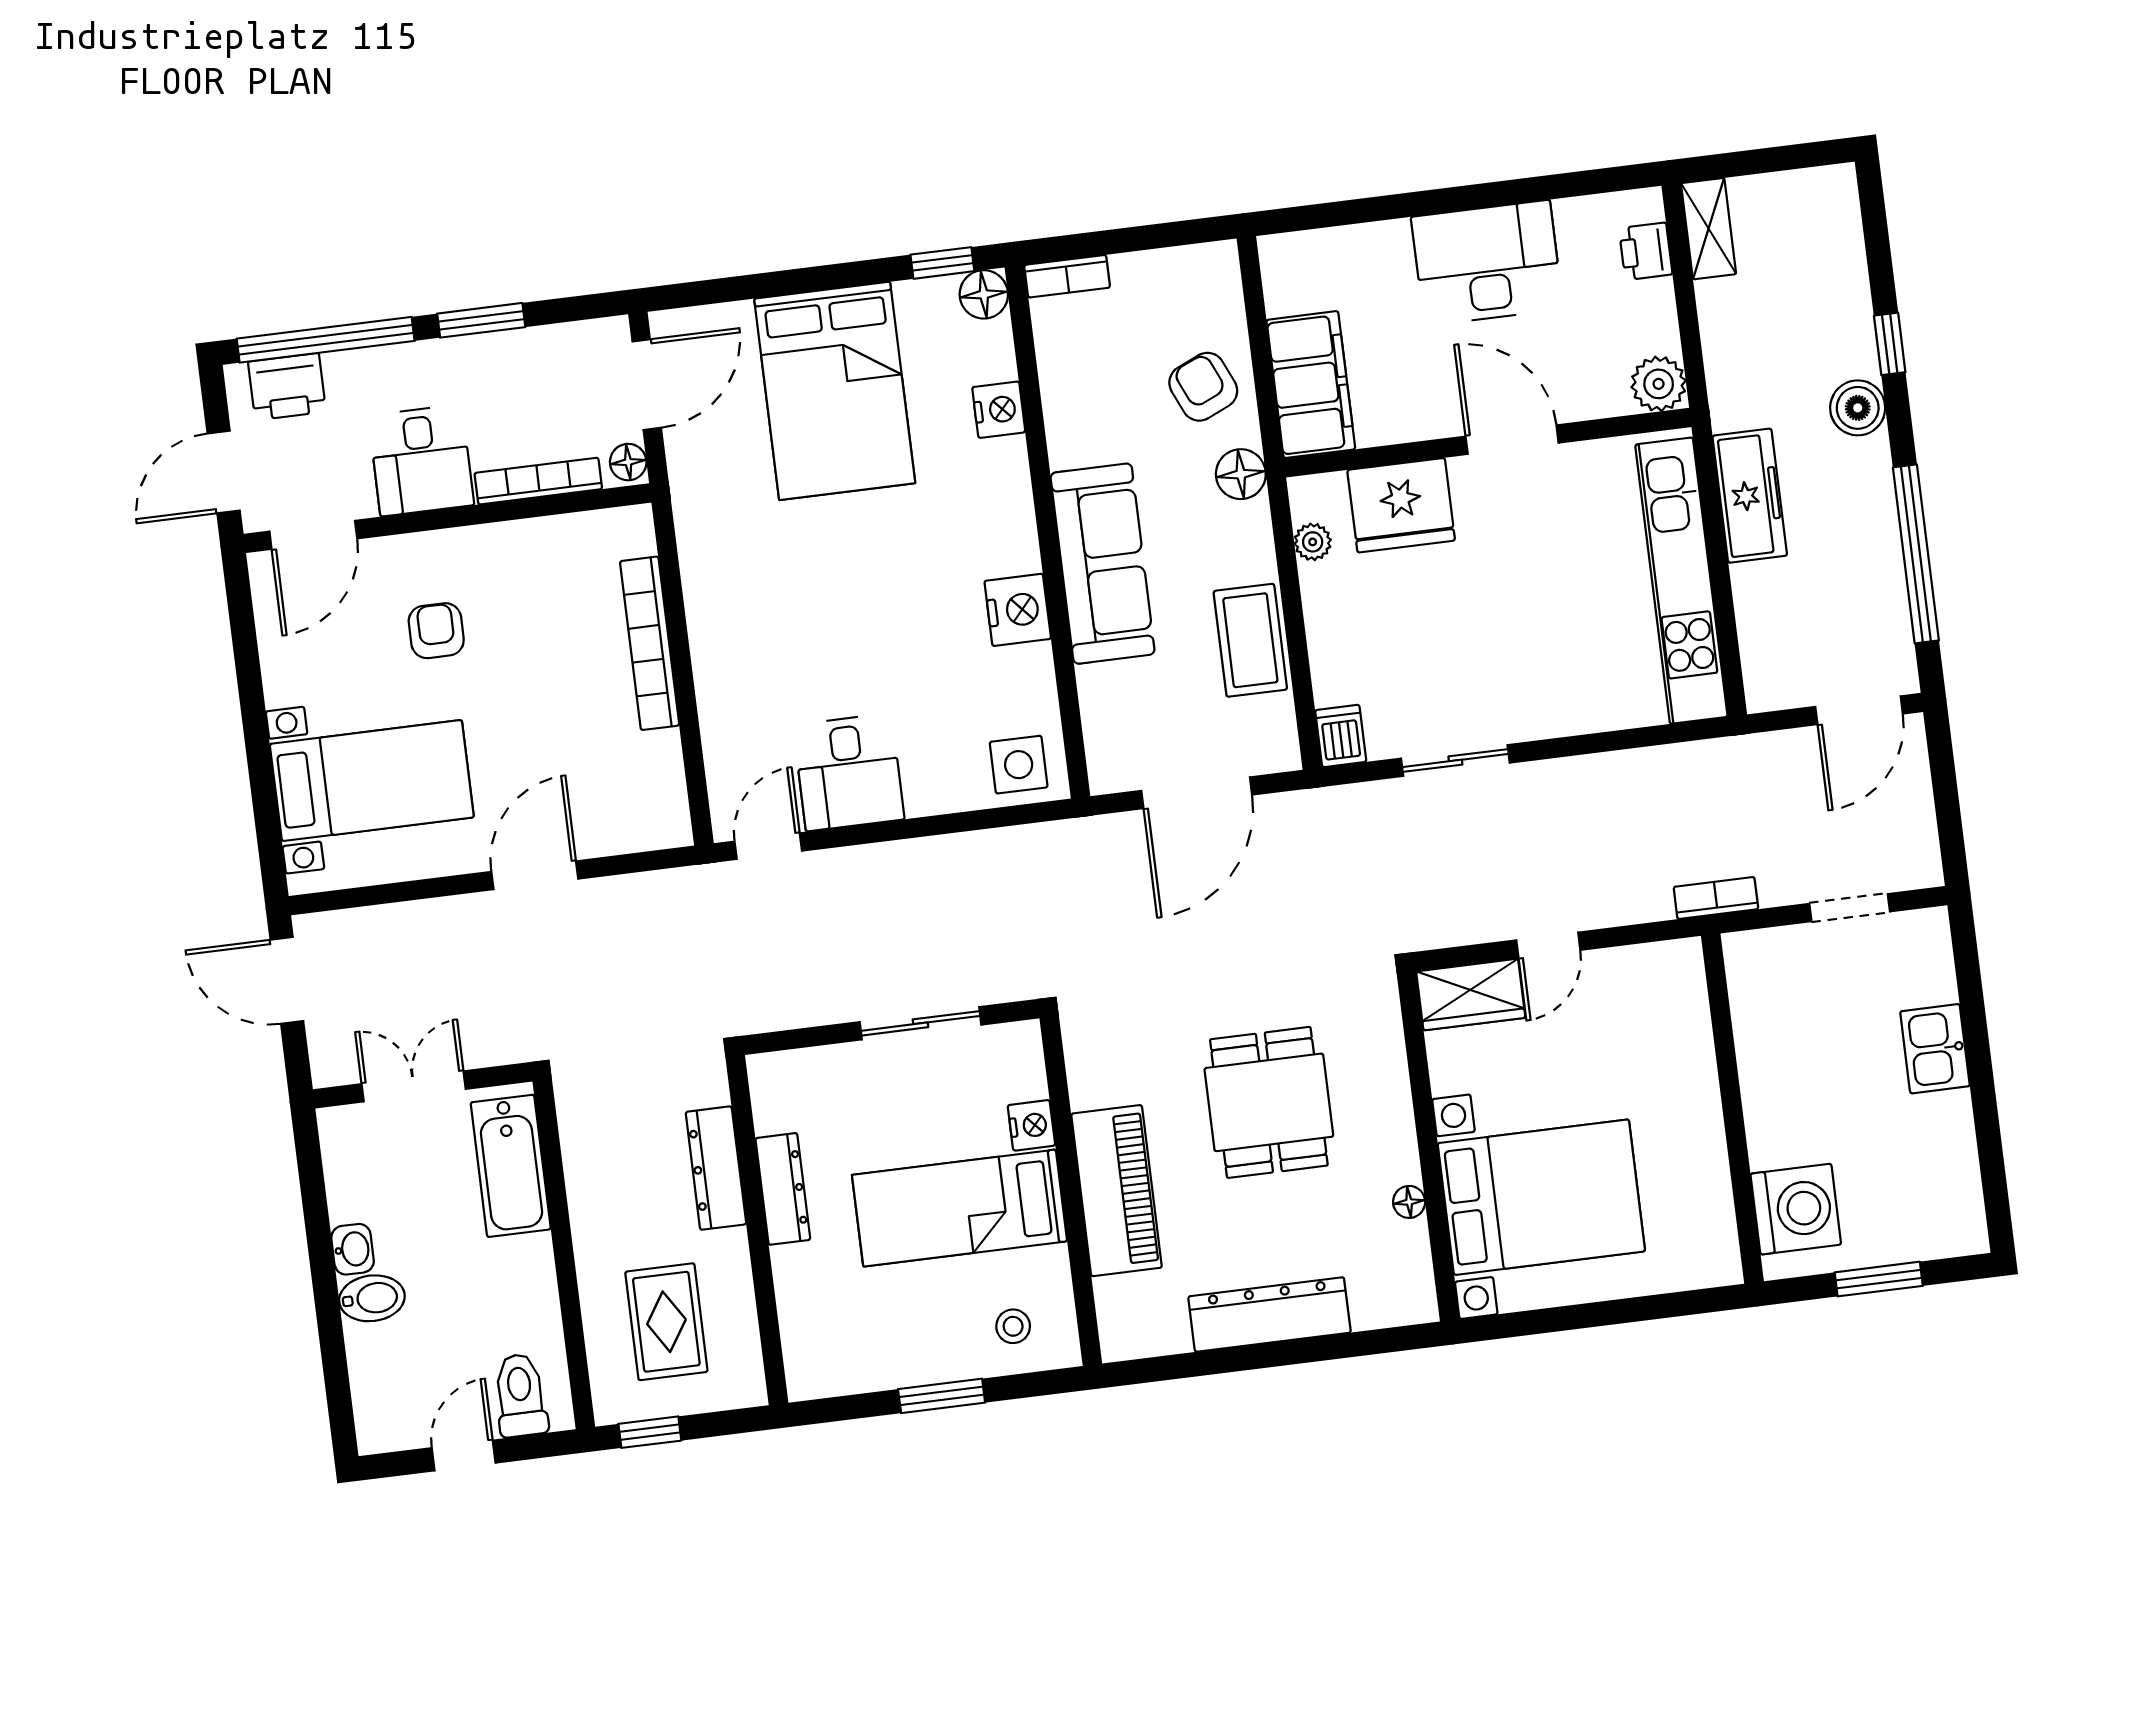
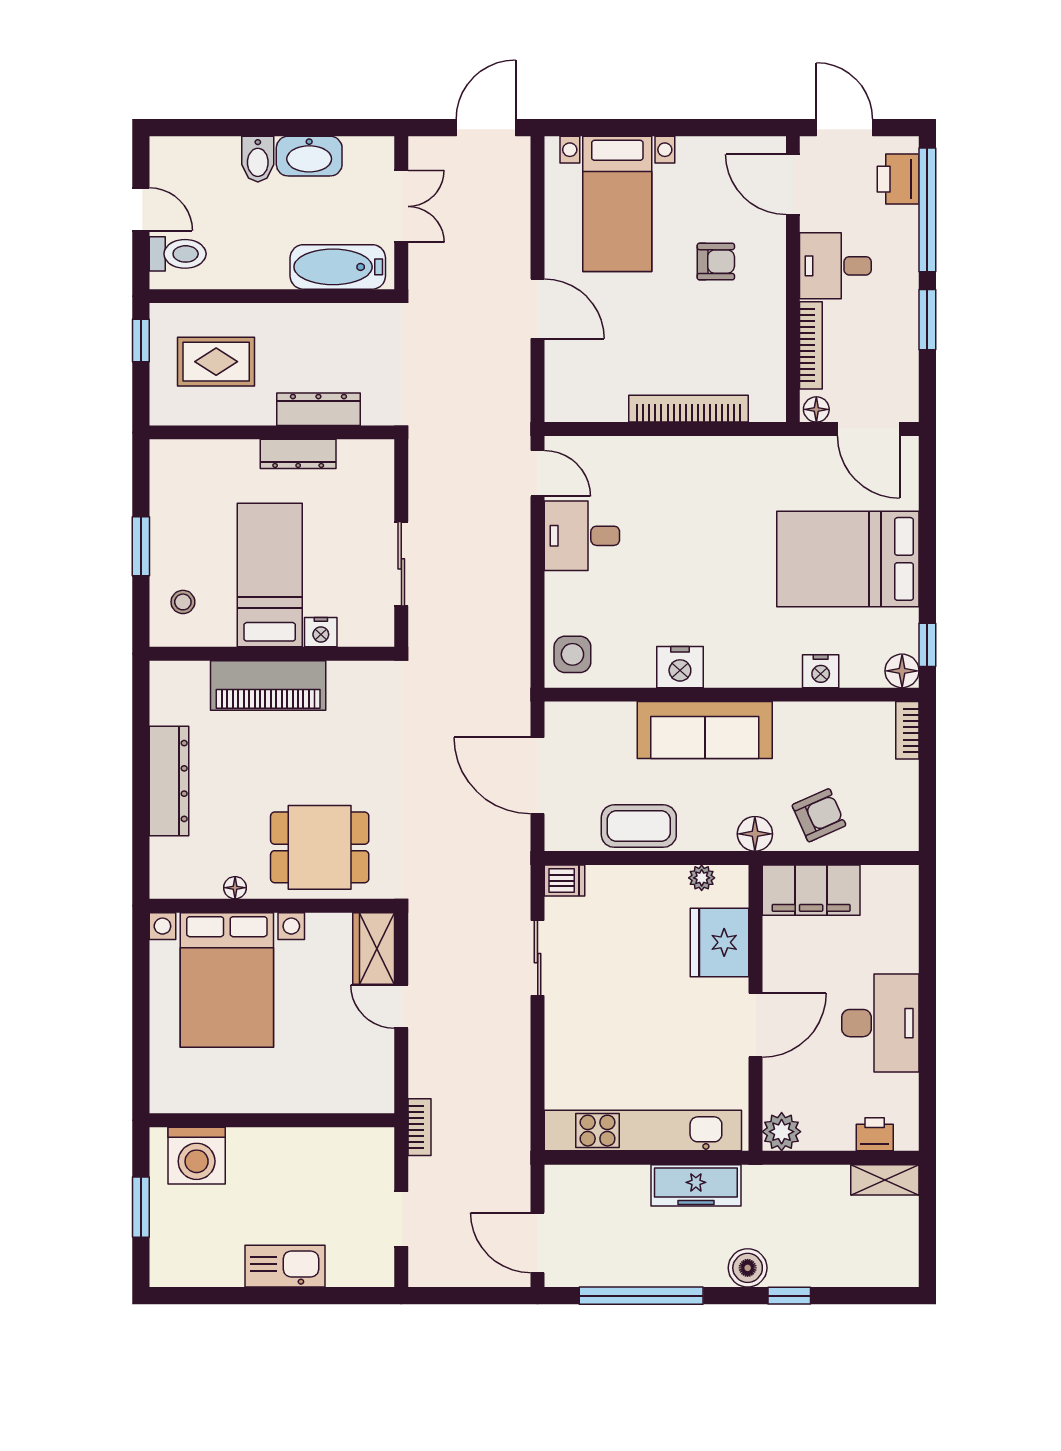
kitchen sink: (1935, 1049) -> (285, 1266), width x1.38
dining table: (1269, 1102) -> (320, 847), moved
washbasin: (353, 1249) -> (309, 156), width x1.91, depth x1.45

